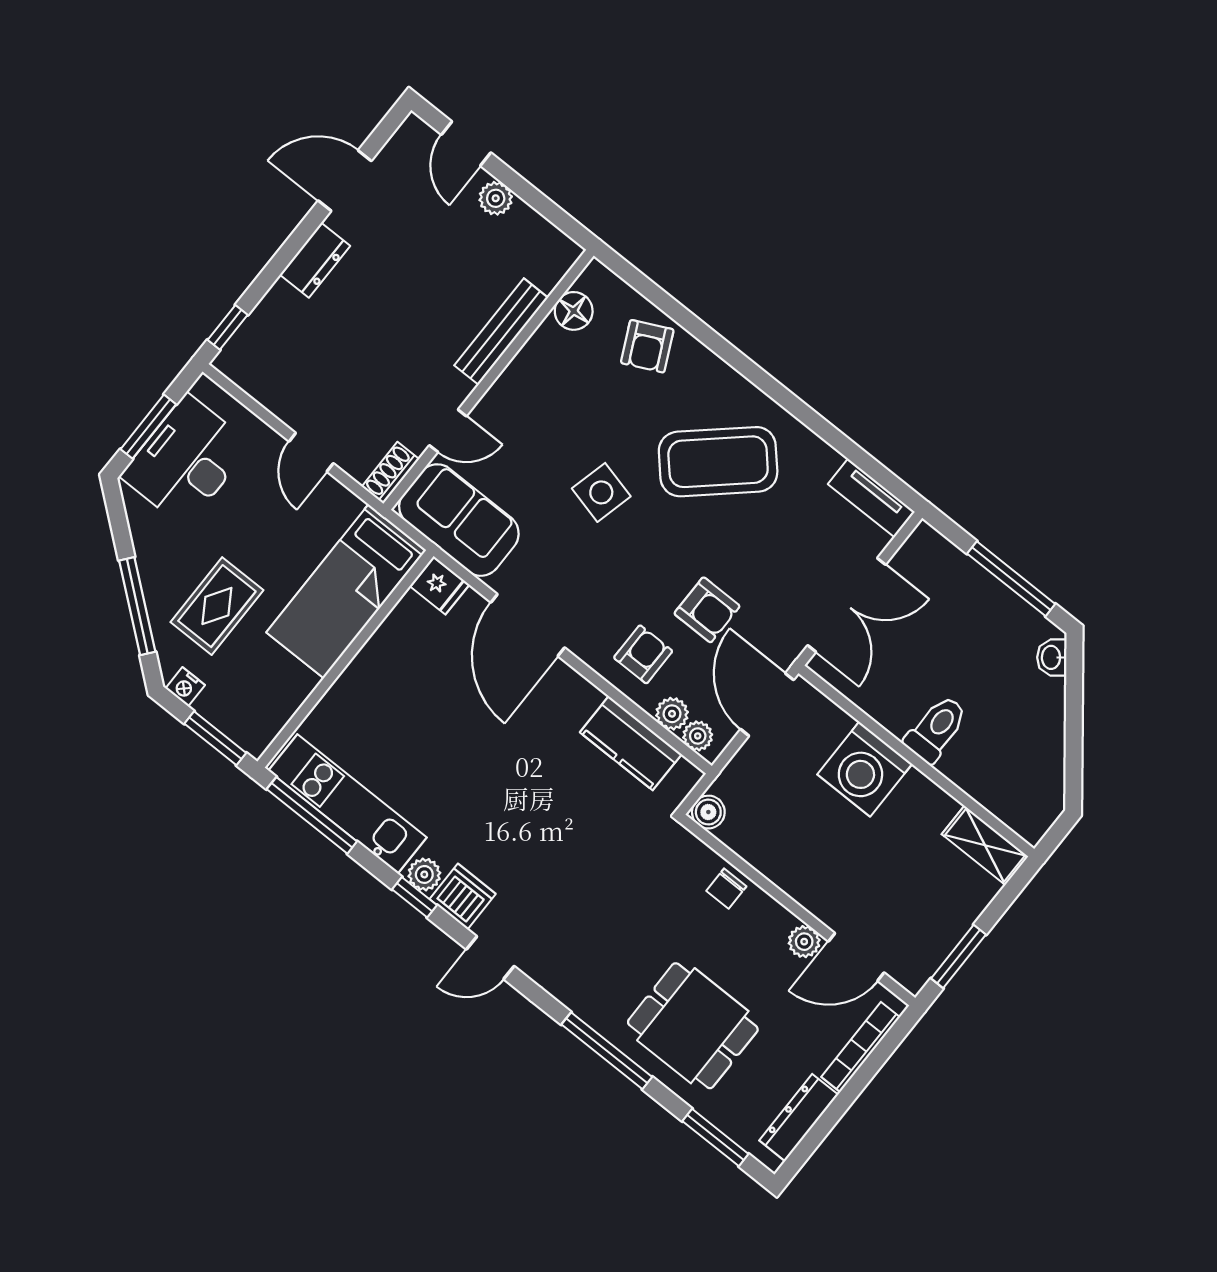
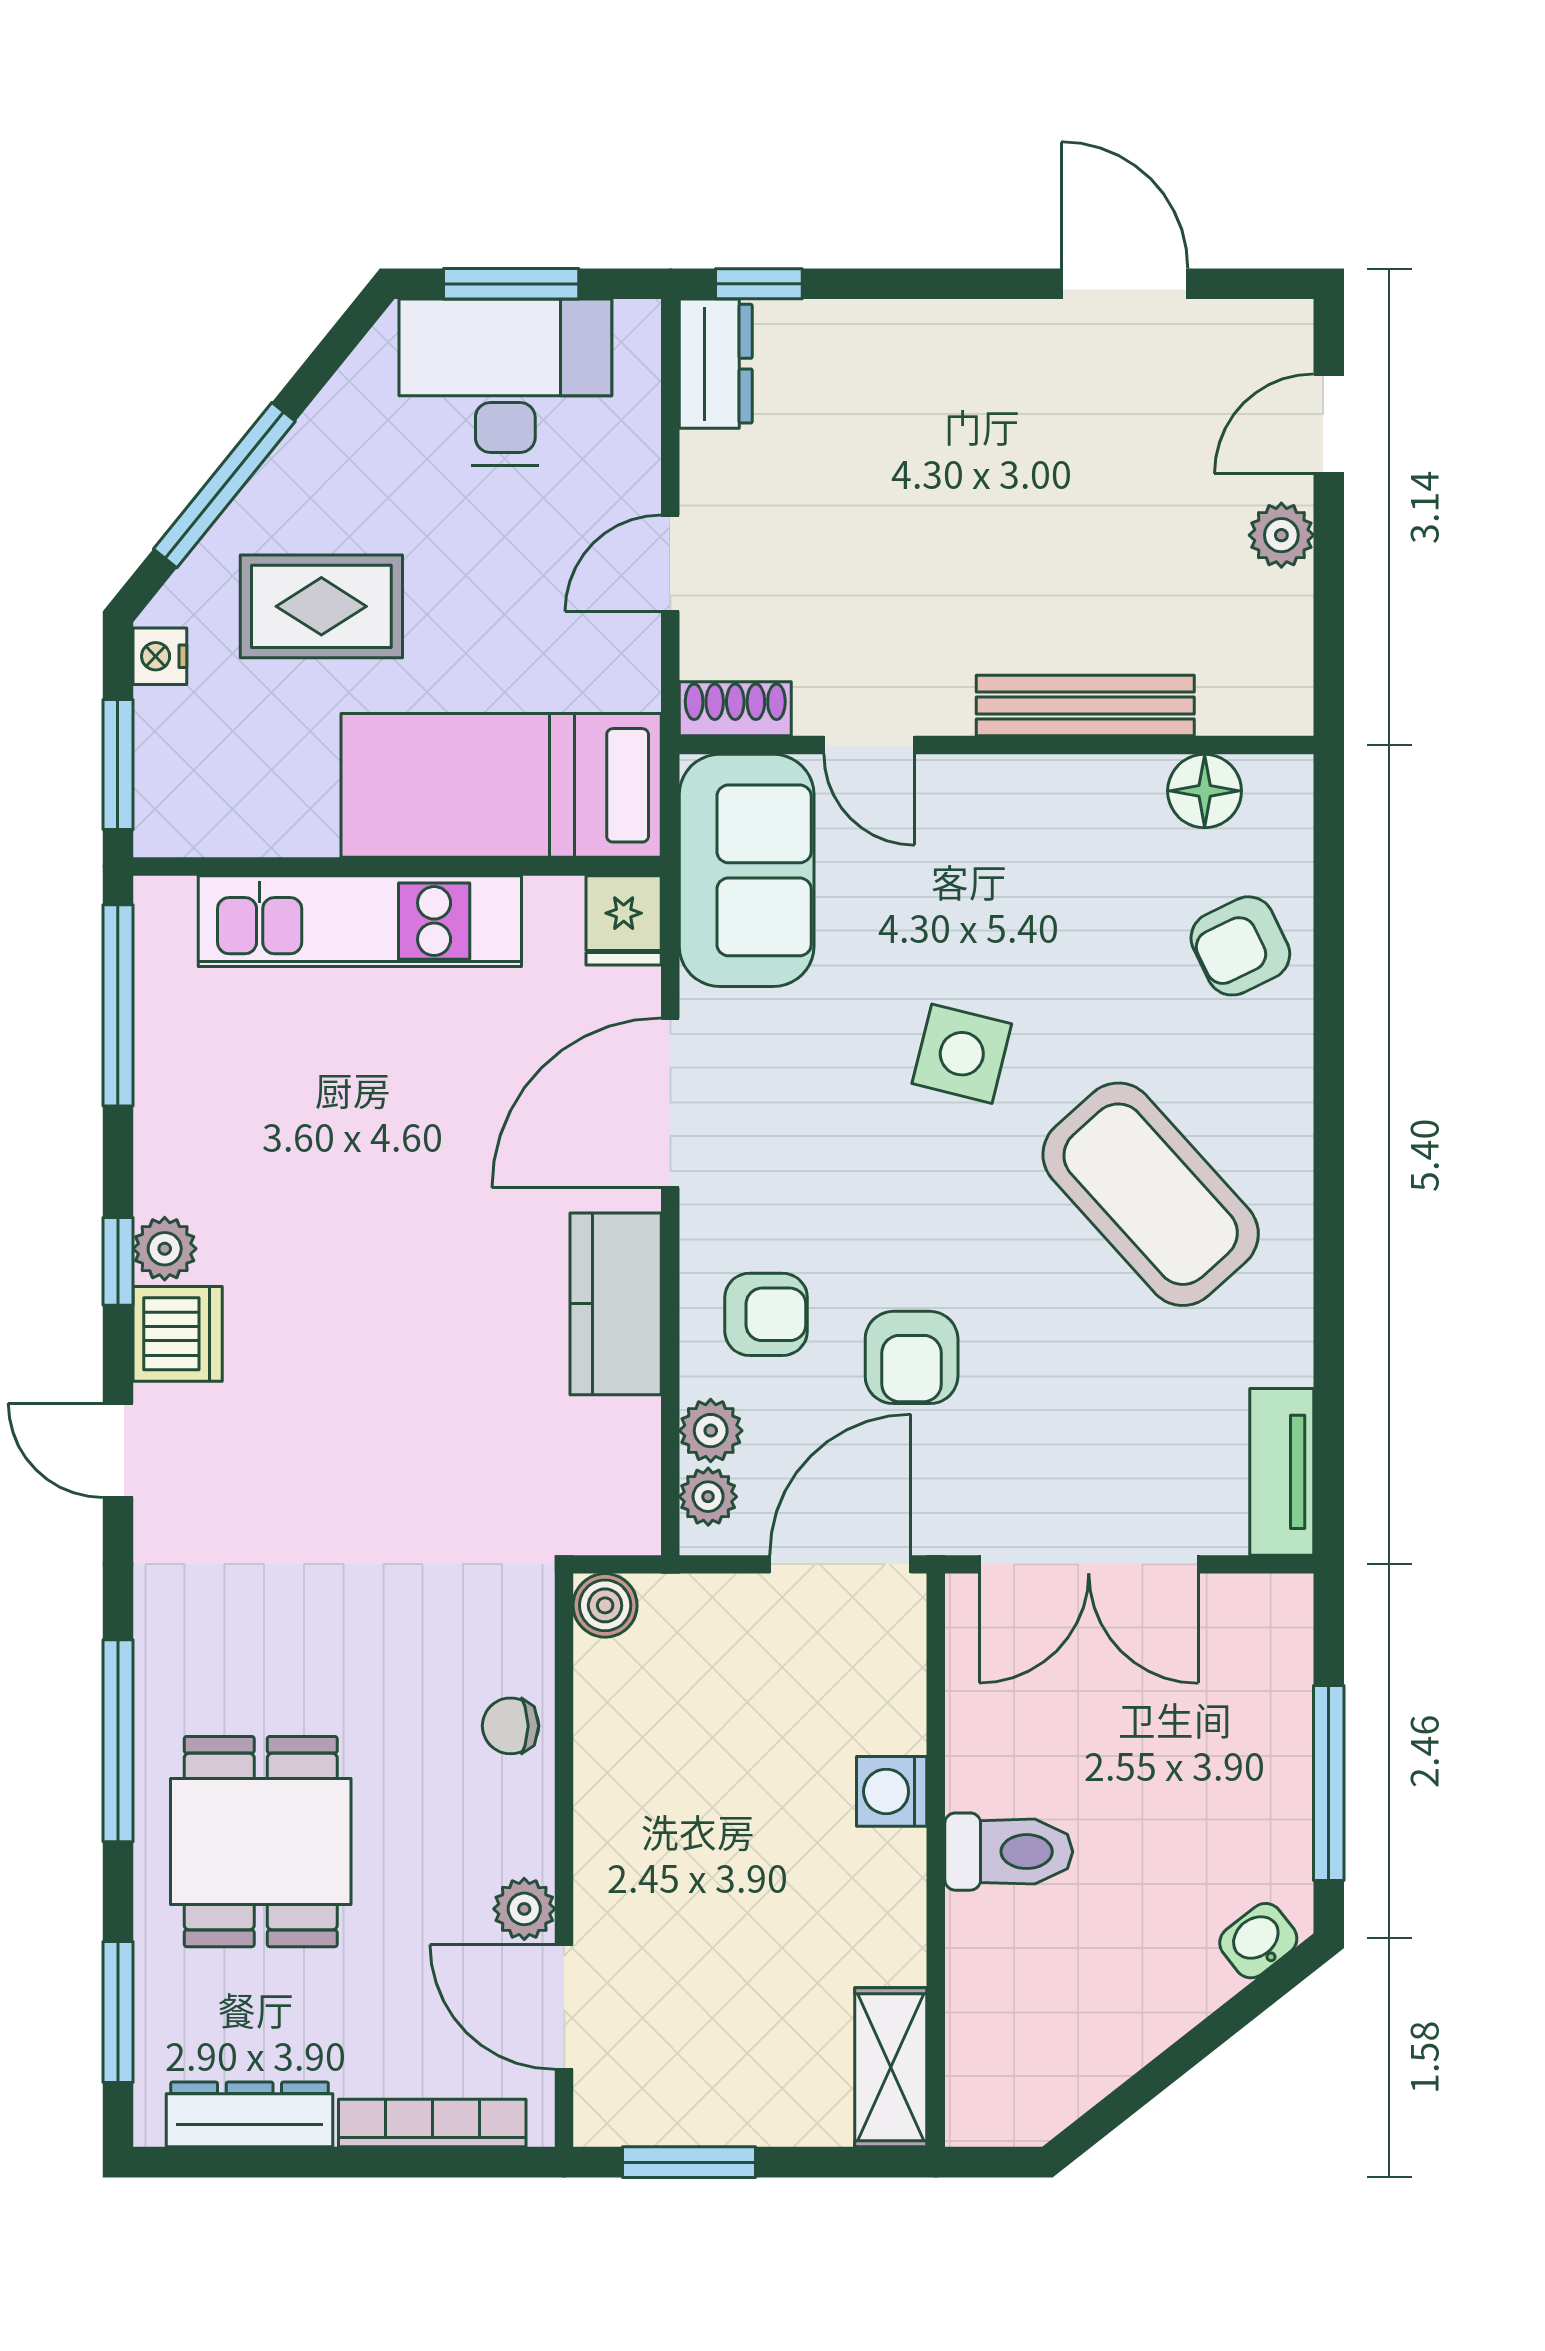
dresser: (315, 260) -> (716, 364), moved, turned -90
kitchen counter: (631, 743) -> (616, 1304), moved
washing machine: (865, 769) -> (892, 1791), width x0.53, depth x0.53
kitchen unit: (348, 804) -> (360, 921), moved, turned 90

